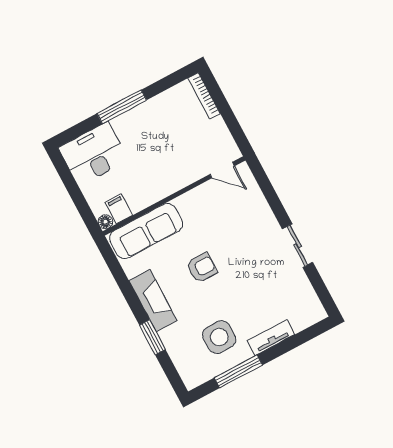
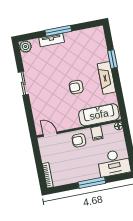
armchair: (168, 175) -> (79, 140), added
filing cabinet: (119, 209) -> (97, 133), moved
plant: (314, 312) -> (25, 47), added
side table: (219, 337) -> (78, 49), removed
window: (238, 371) -> (58, 31), moved

